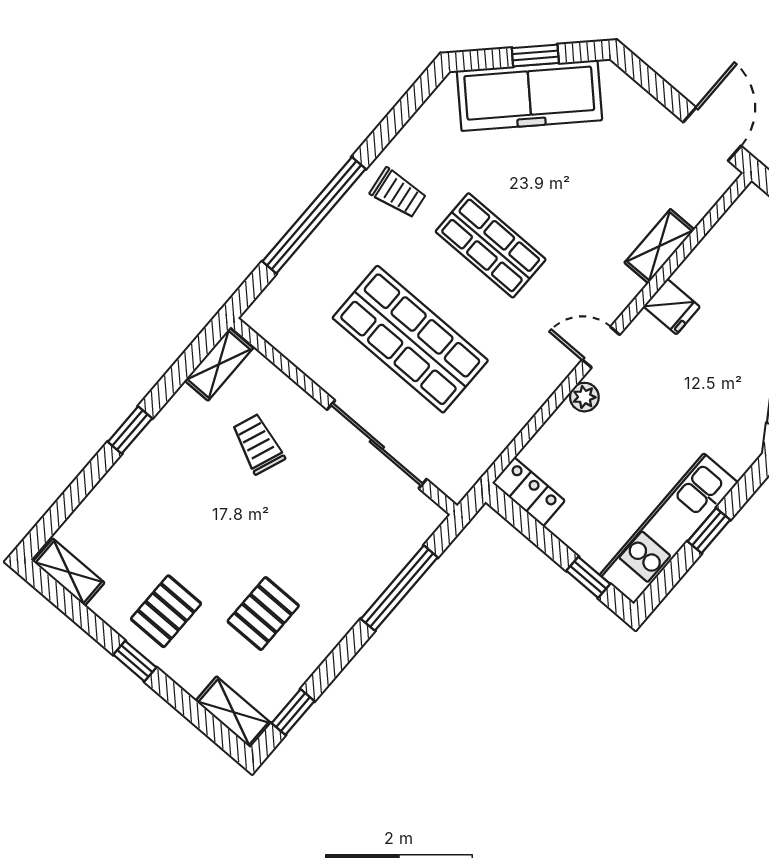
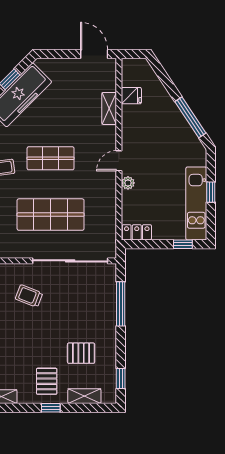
fridge: (672, 307) -> (131, 96), moved
sliding door: (377, 444) -> (70, 261), width x1.36
pallet: (263, 614) -> (81, 353), turned 90
shelving: (233, 712) -> (84, 396), moved

